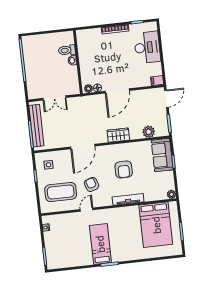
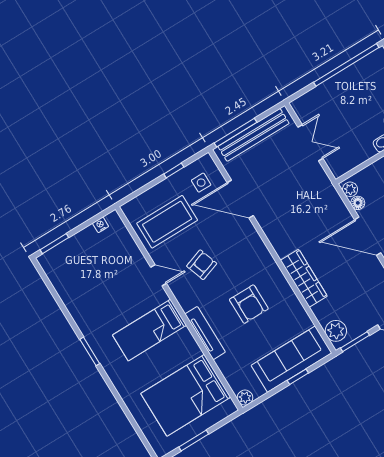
double door: (54, 98) -> (310, 143), swing flipped
plant: (149, 132) -> (336, 331), moved
wardrobe: (118, 135) -> (304, 278), width x1.50
door: (83, 147) -> (240, 199), moved
sofa: (162, 155) -> (291, 359), width x1.36
armchair: (124, 169) -> (249, 304), turned -90
coffee table: (61, 192) -> (167, 222), turned 90
bed: (100, 244) -> (150, 330), moved, turned 180

